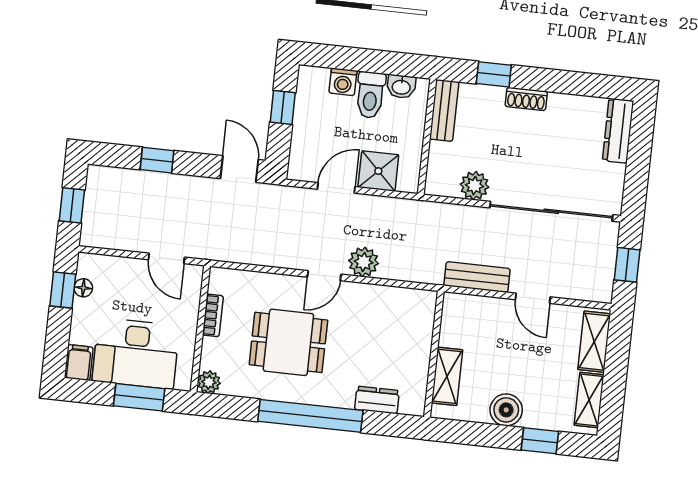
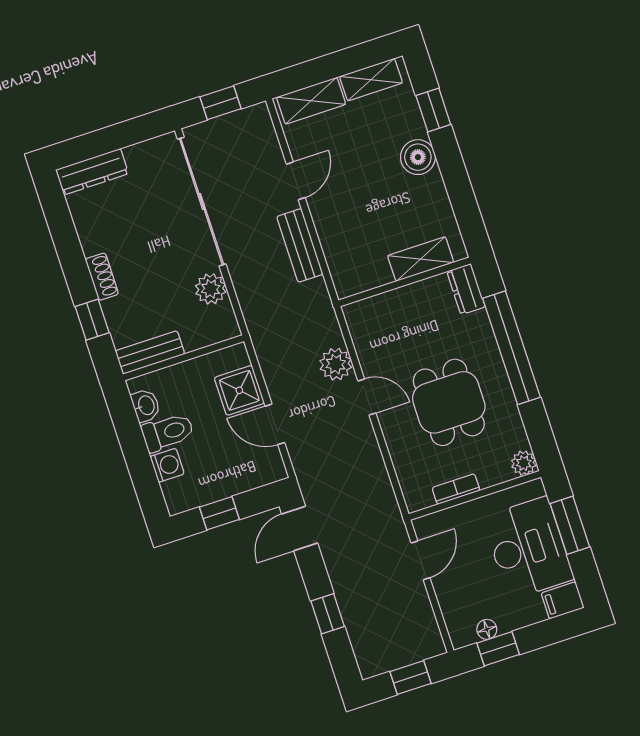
wall: (434, 354) -> (405, 282), moved
shelving: (447, 376) -> (421, 259), moved

